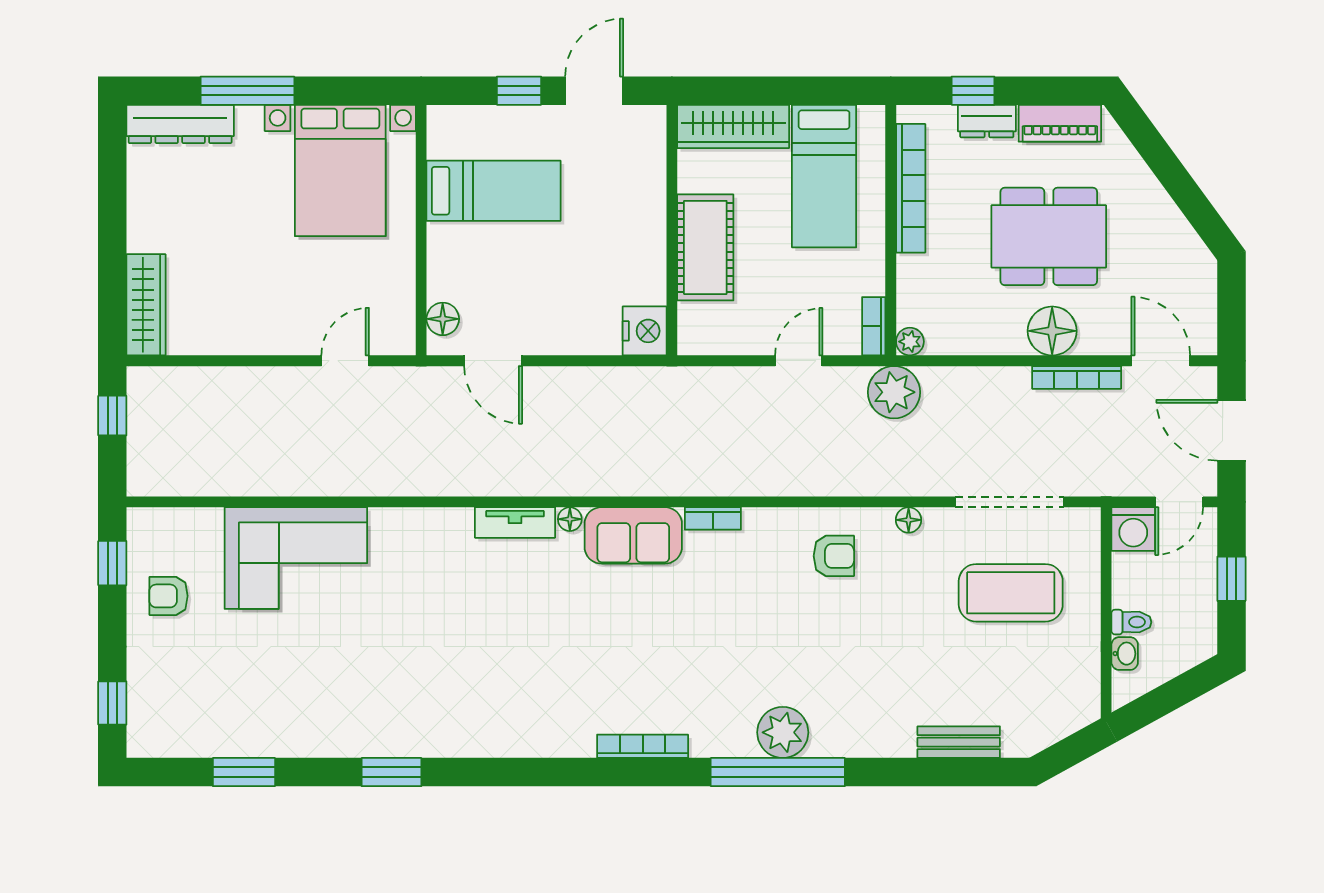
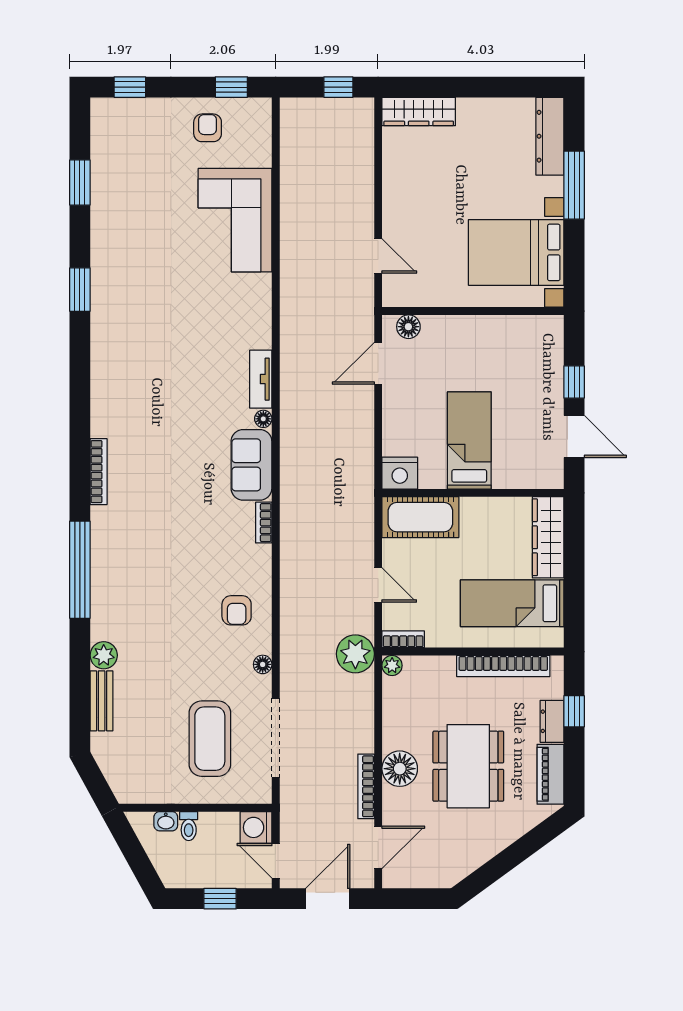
bed: (494, 191) -> (469, 440), moved, turned 180
cot: (705, 247) -> (420, 517), moved
plant: (783, 732) -> (104, 655), moved, width x0.73, depth x0.73

